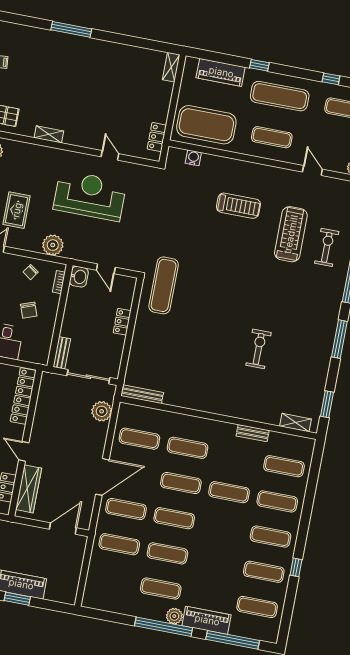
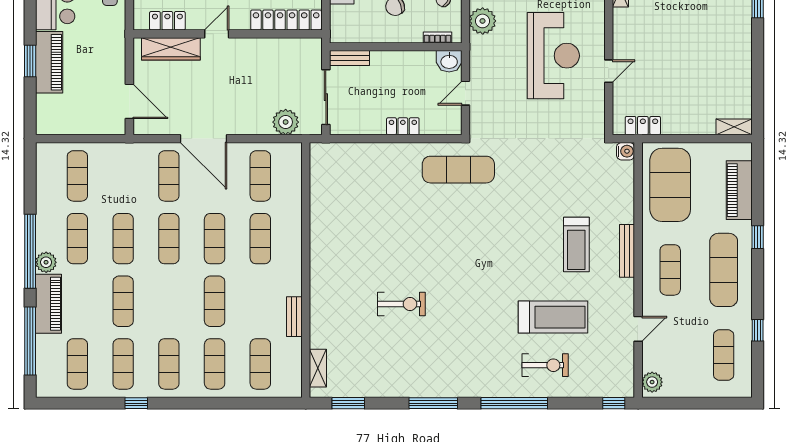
water cooler: (193, 158) -> (626, 151), moved
bench: (142, 394) -> (627, 251), moved
exercise mat: (119, 544) -> (77, 176), moved
exercise mat: (216, 563) -> (123, 301), added

